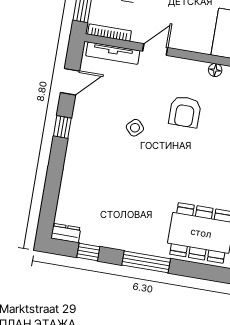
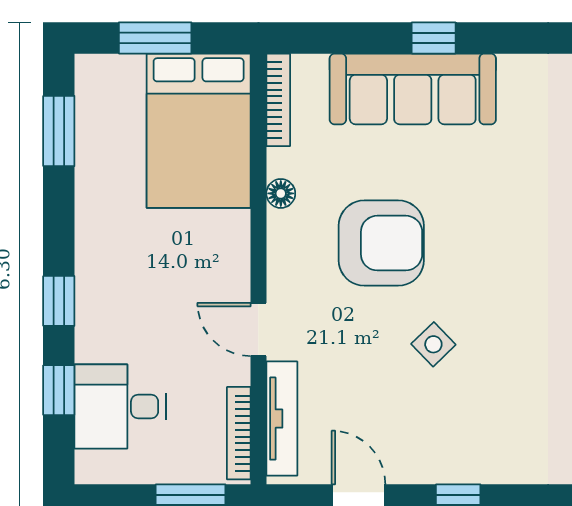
armchair: (185, 112) -> (381, 243), width x1.36, depth x1.36

